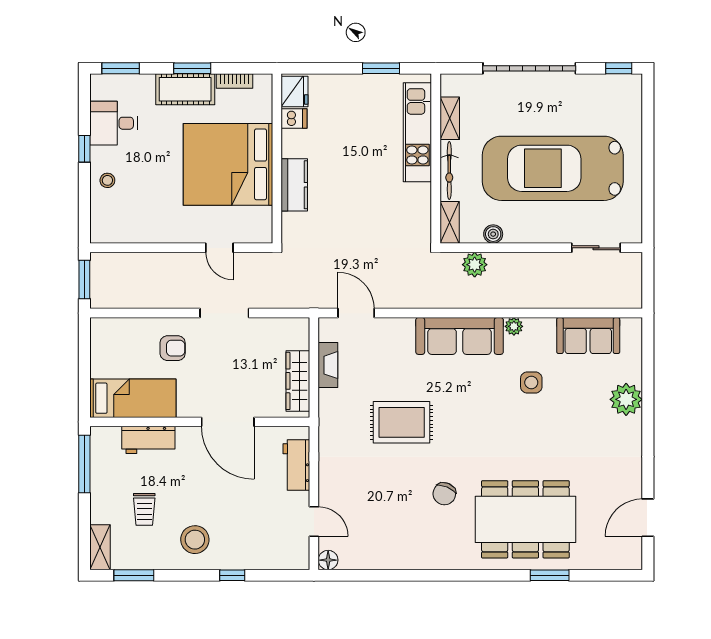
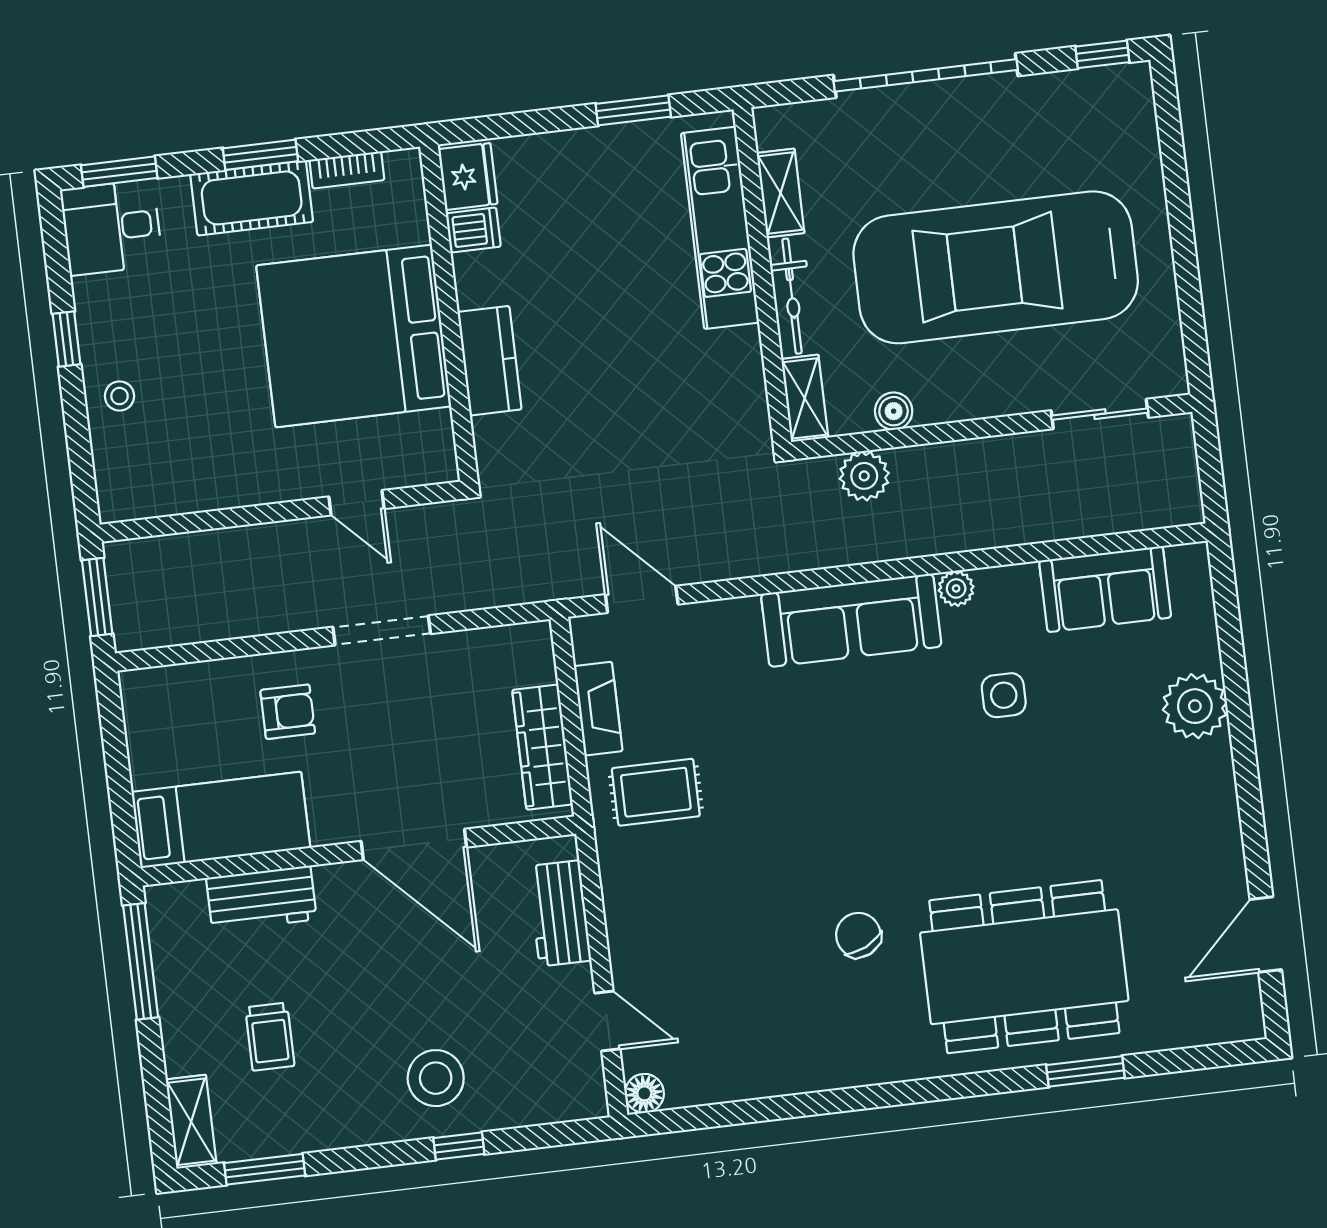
desk: (113, 123) -> (111, 227), moved
rug: (402, 422) -> (656, 792), moved, width x0.73, depth x0.70
chair: (444, 494) -> (858, 935), turned 131
stool: (195, 540) -> (436, 1078), moved

